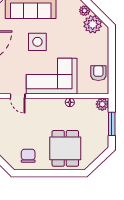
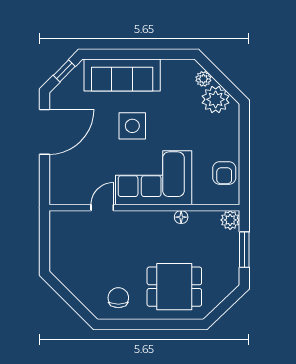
armchair: (98, 73) -> (224, 173), turned 180
door: (18, 96) -> (102, 208), swing flipped
dining table: (65, 148) -> (174, 287), turned 90

